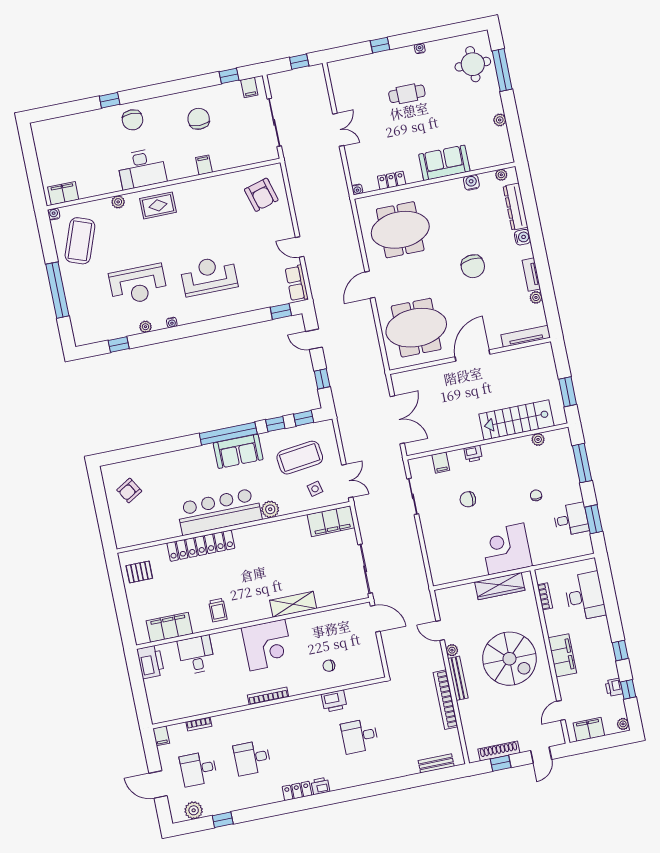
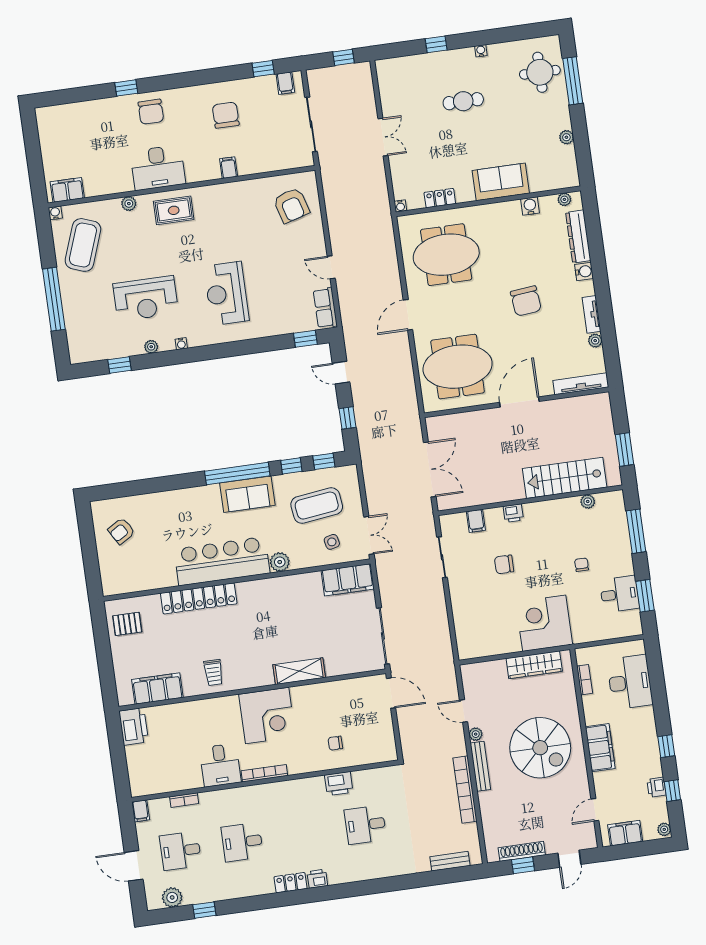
reception desk: (209, 276) -> (226, 293), turned -90
desk: (196, 655) -> (220, 765), moved, turned 180

